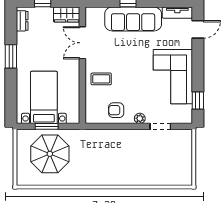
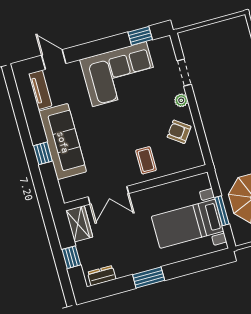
armchair: (116, 110) -> (179, 132), turned 126

